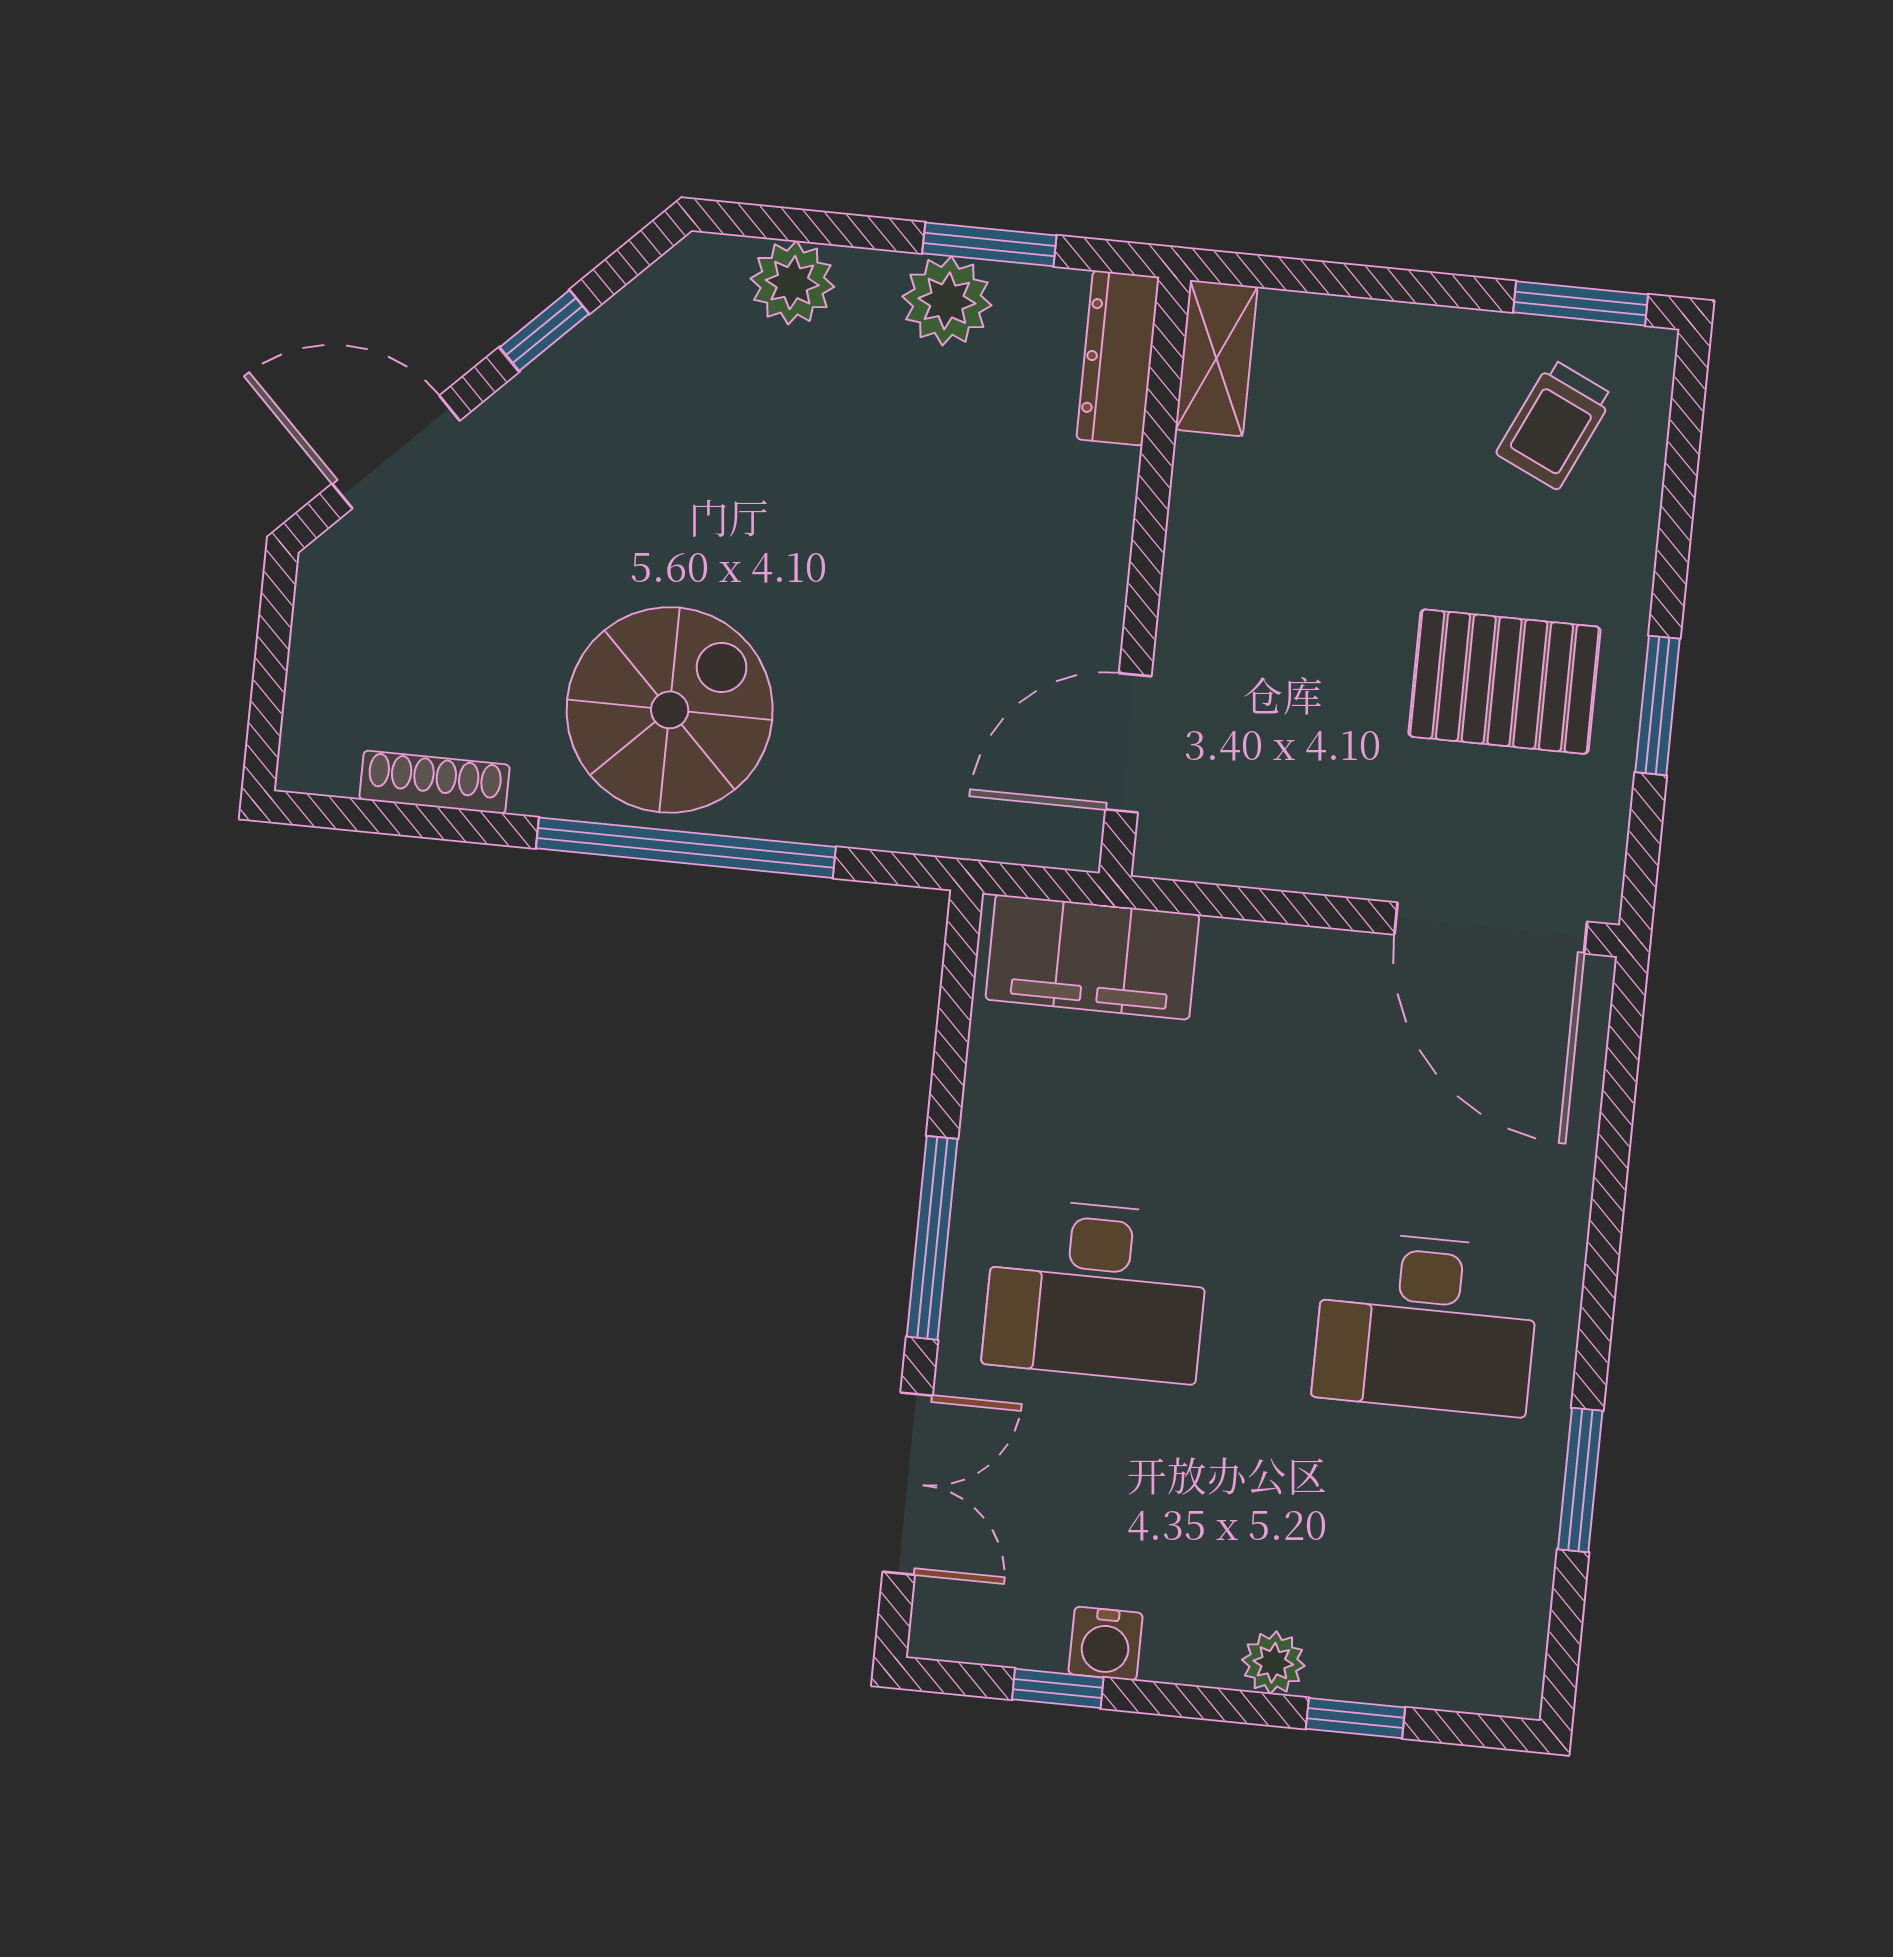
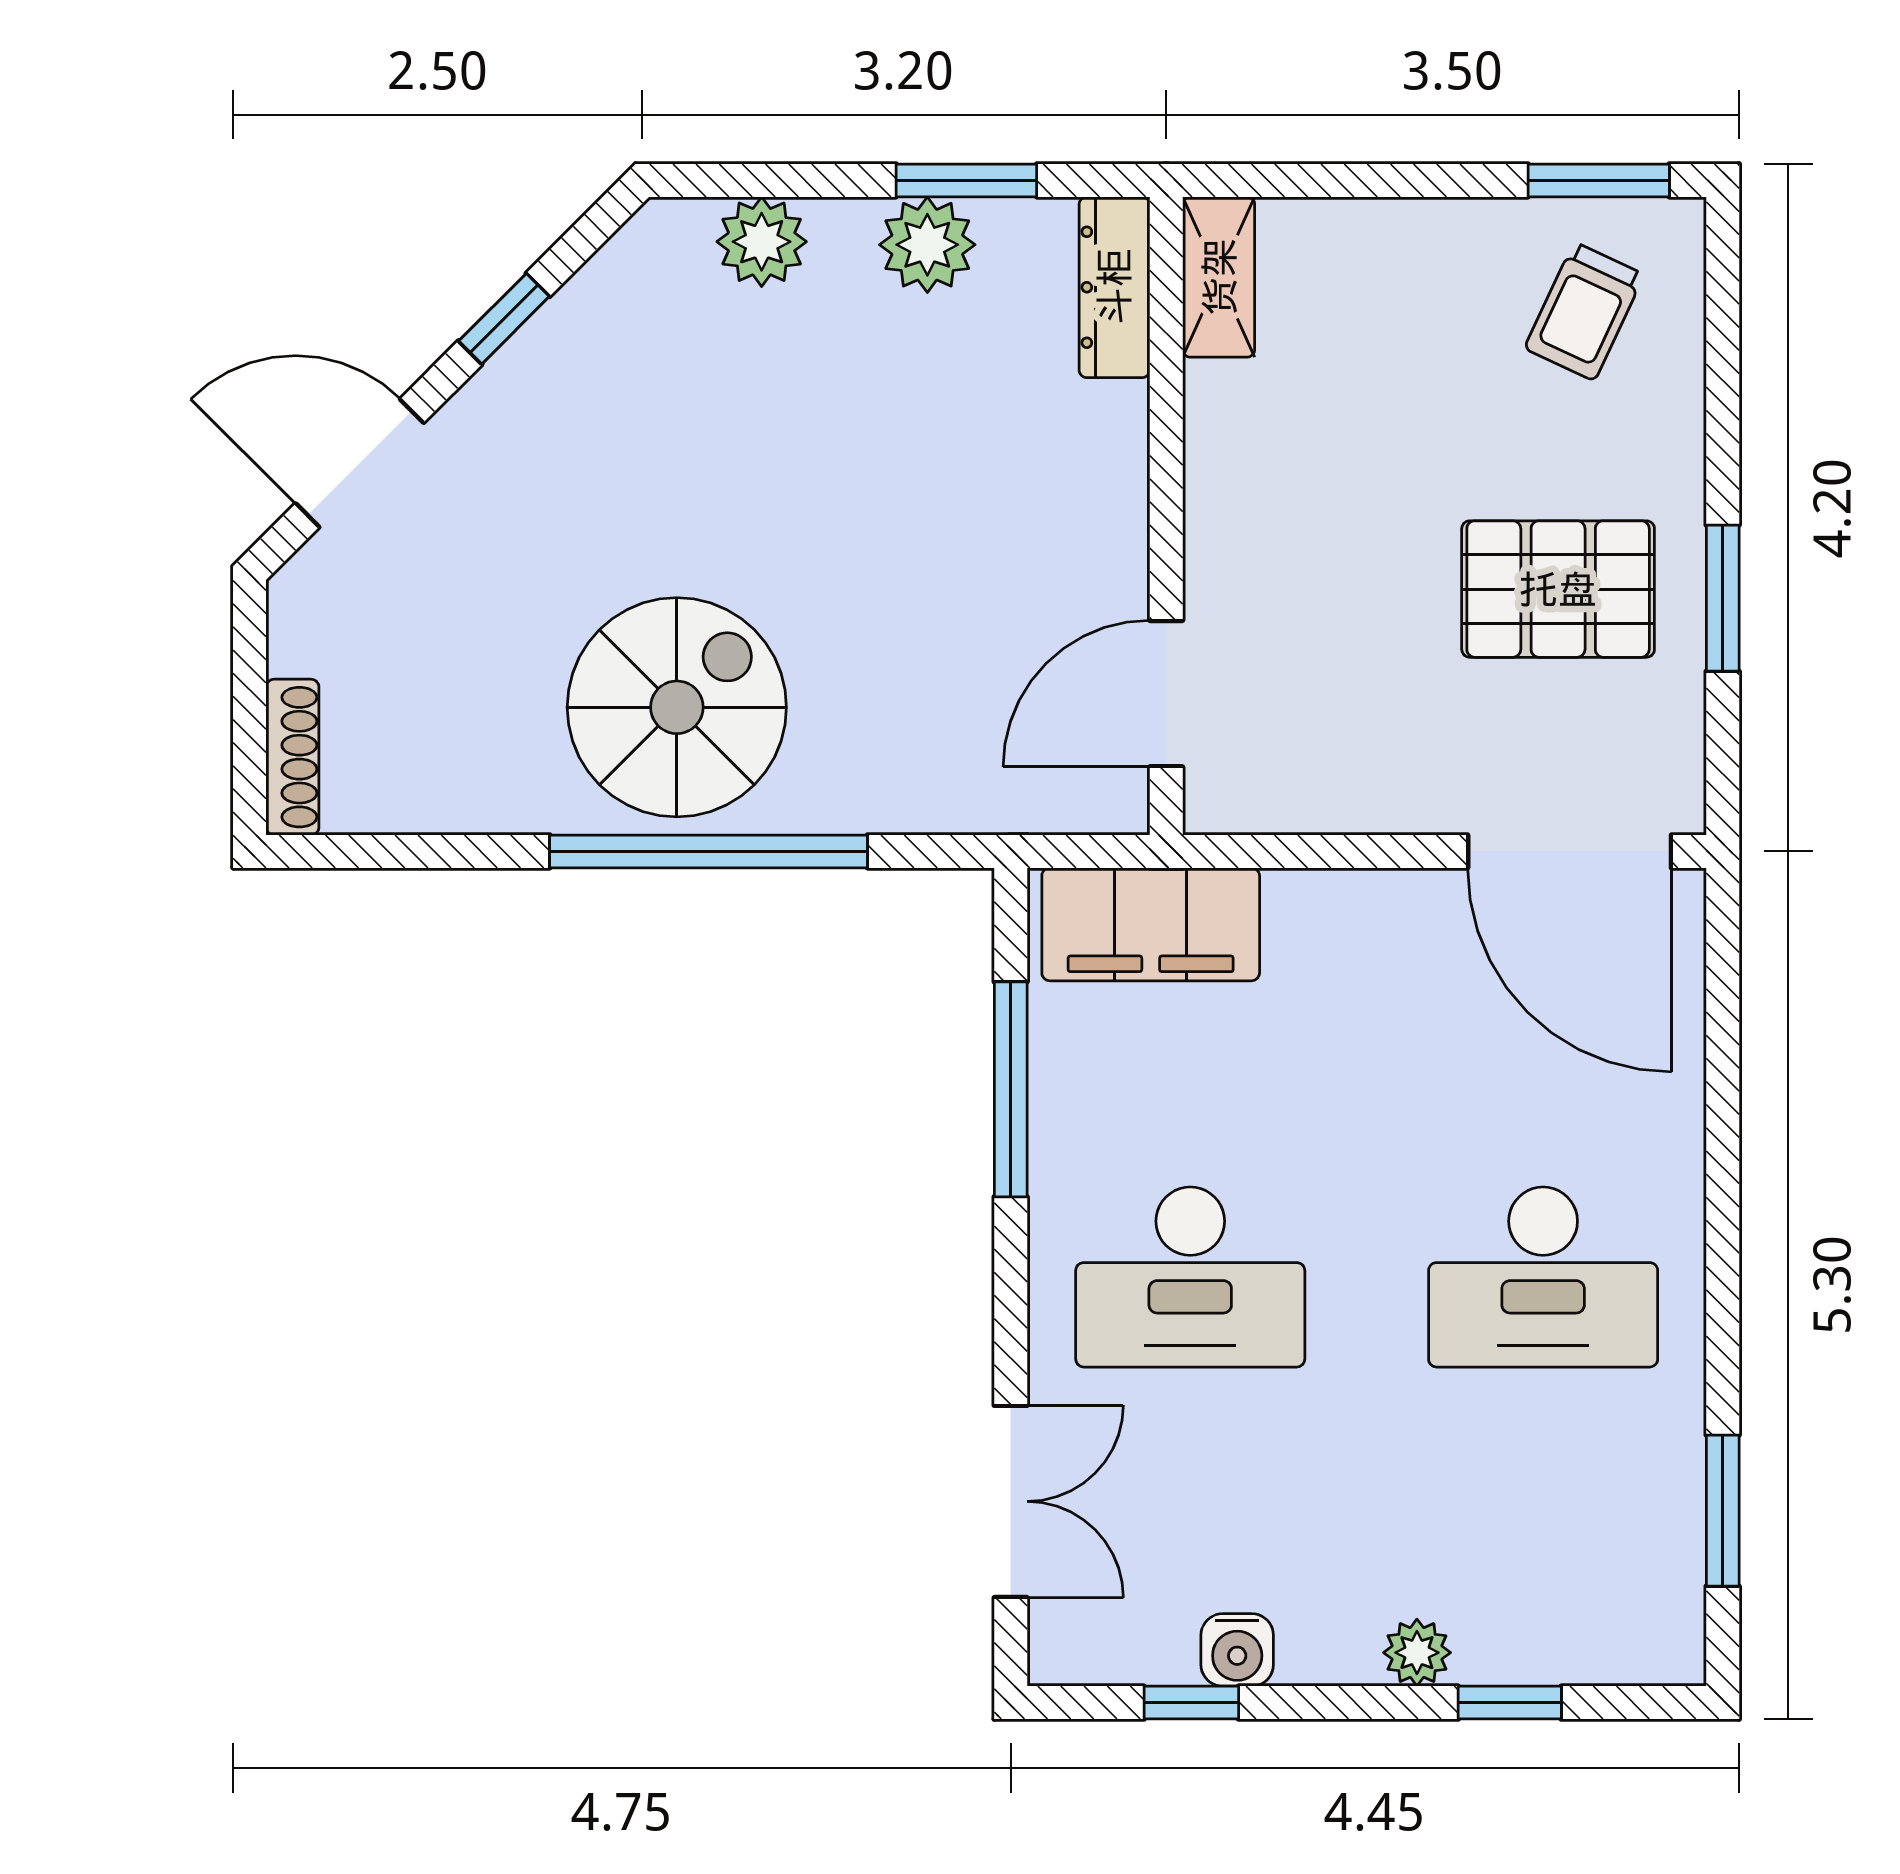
shoe rack: (435, 782) -> (292, 757), moved, turned 90
window: (932, 1238) -> (1011, 1089), moved
window: (1580, 1480) -> (1723, 1511), moved

